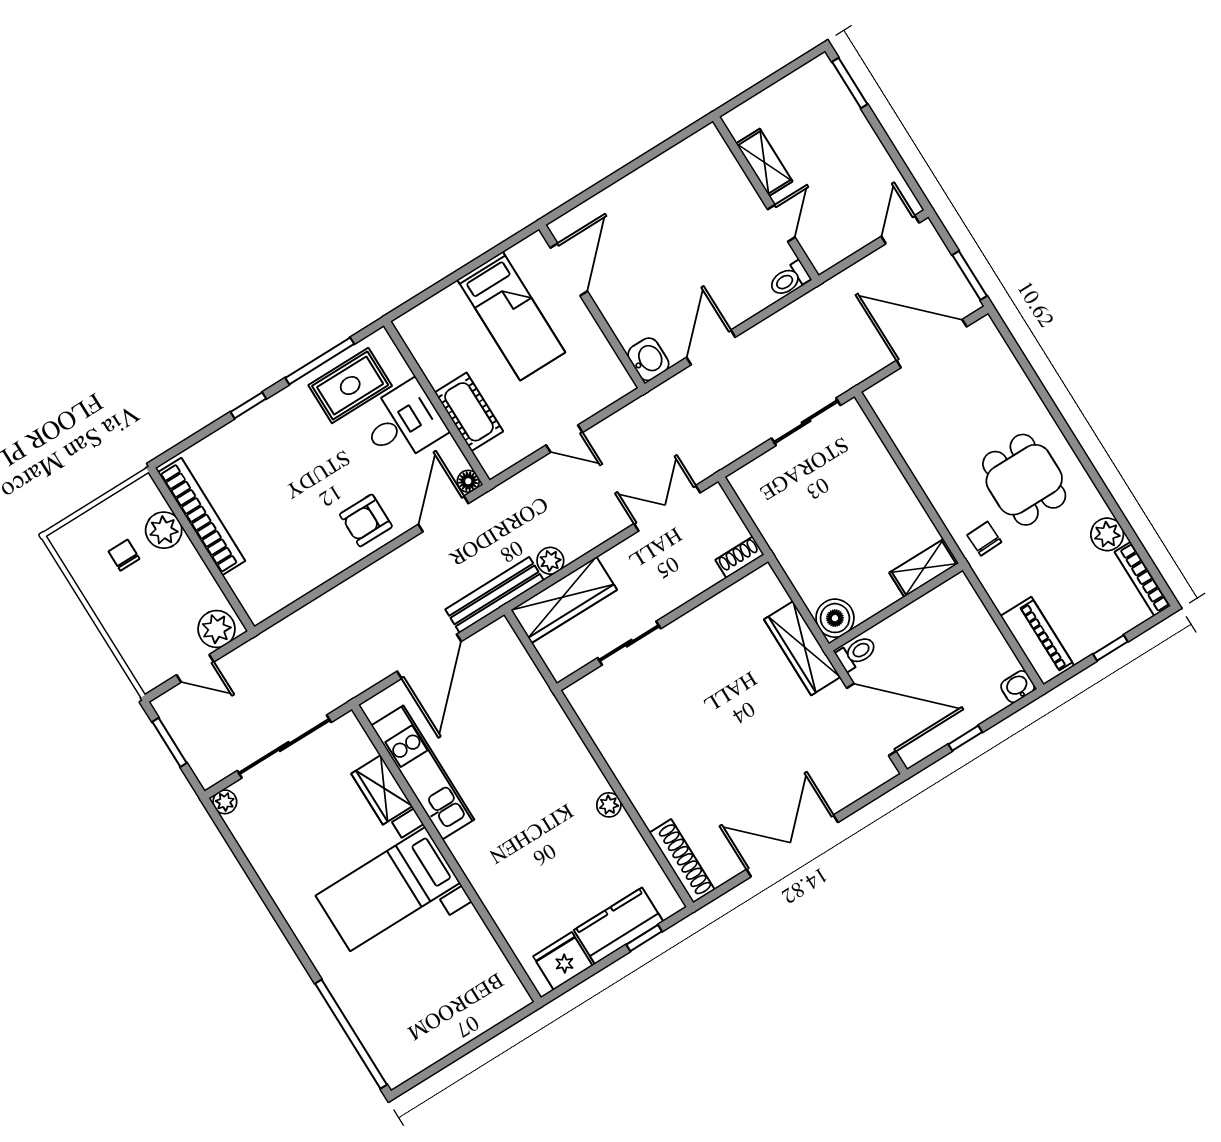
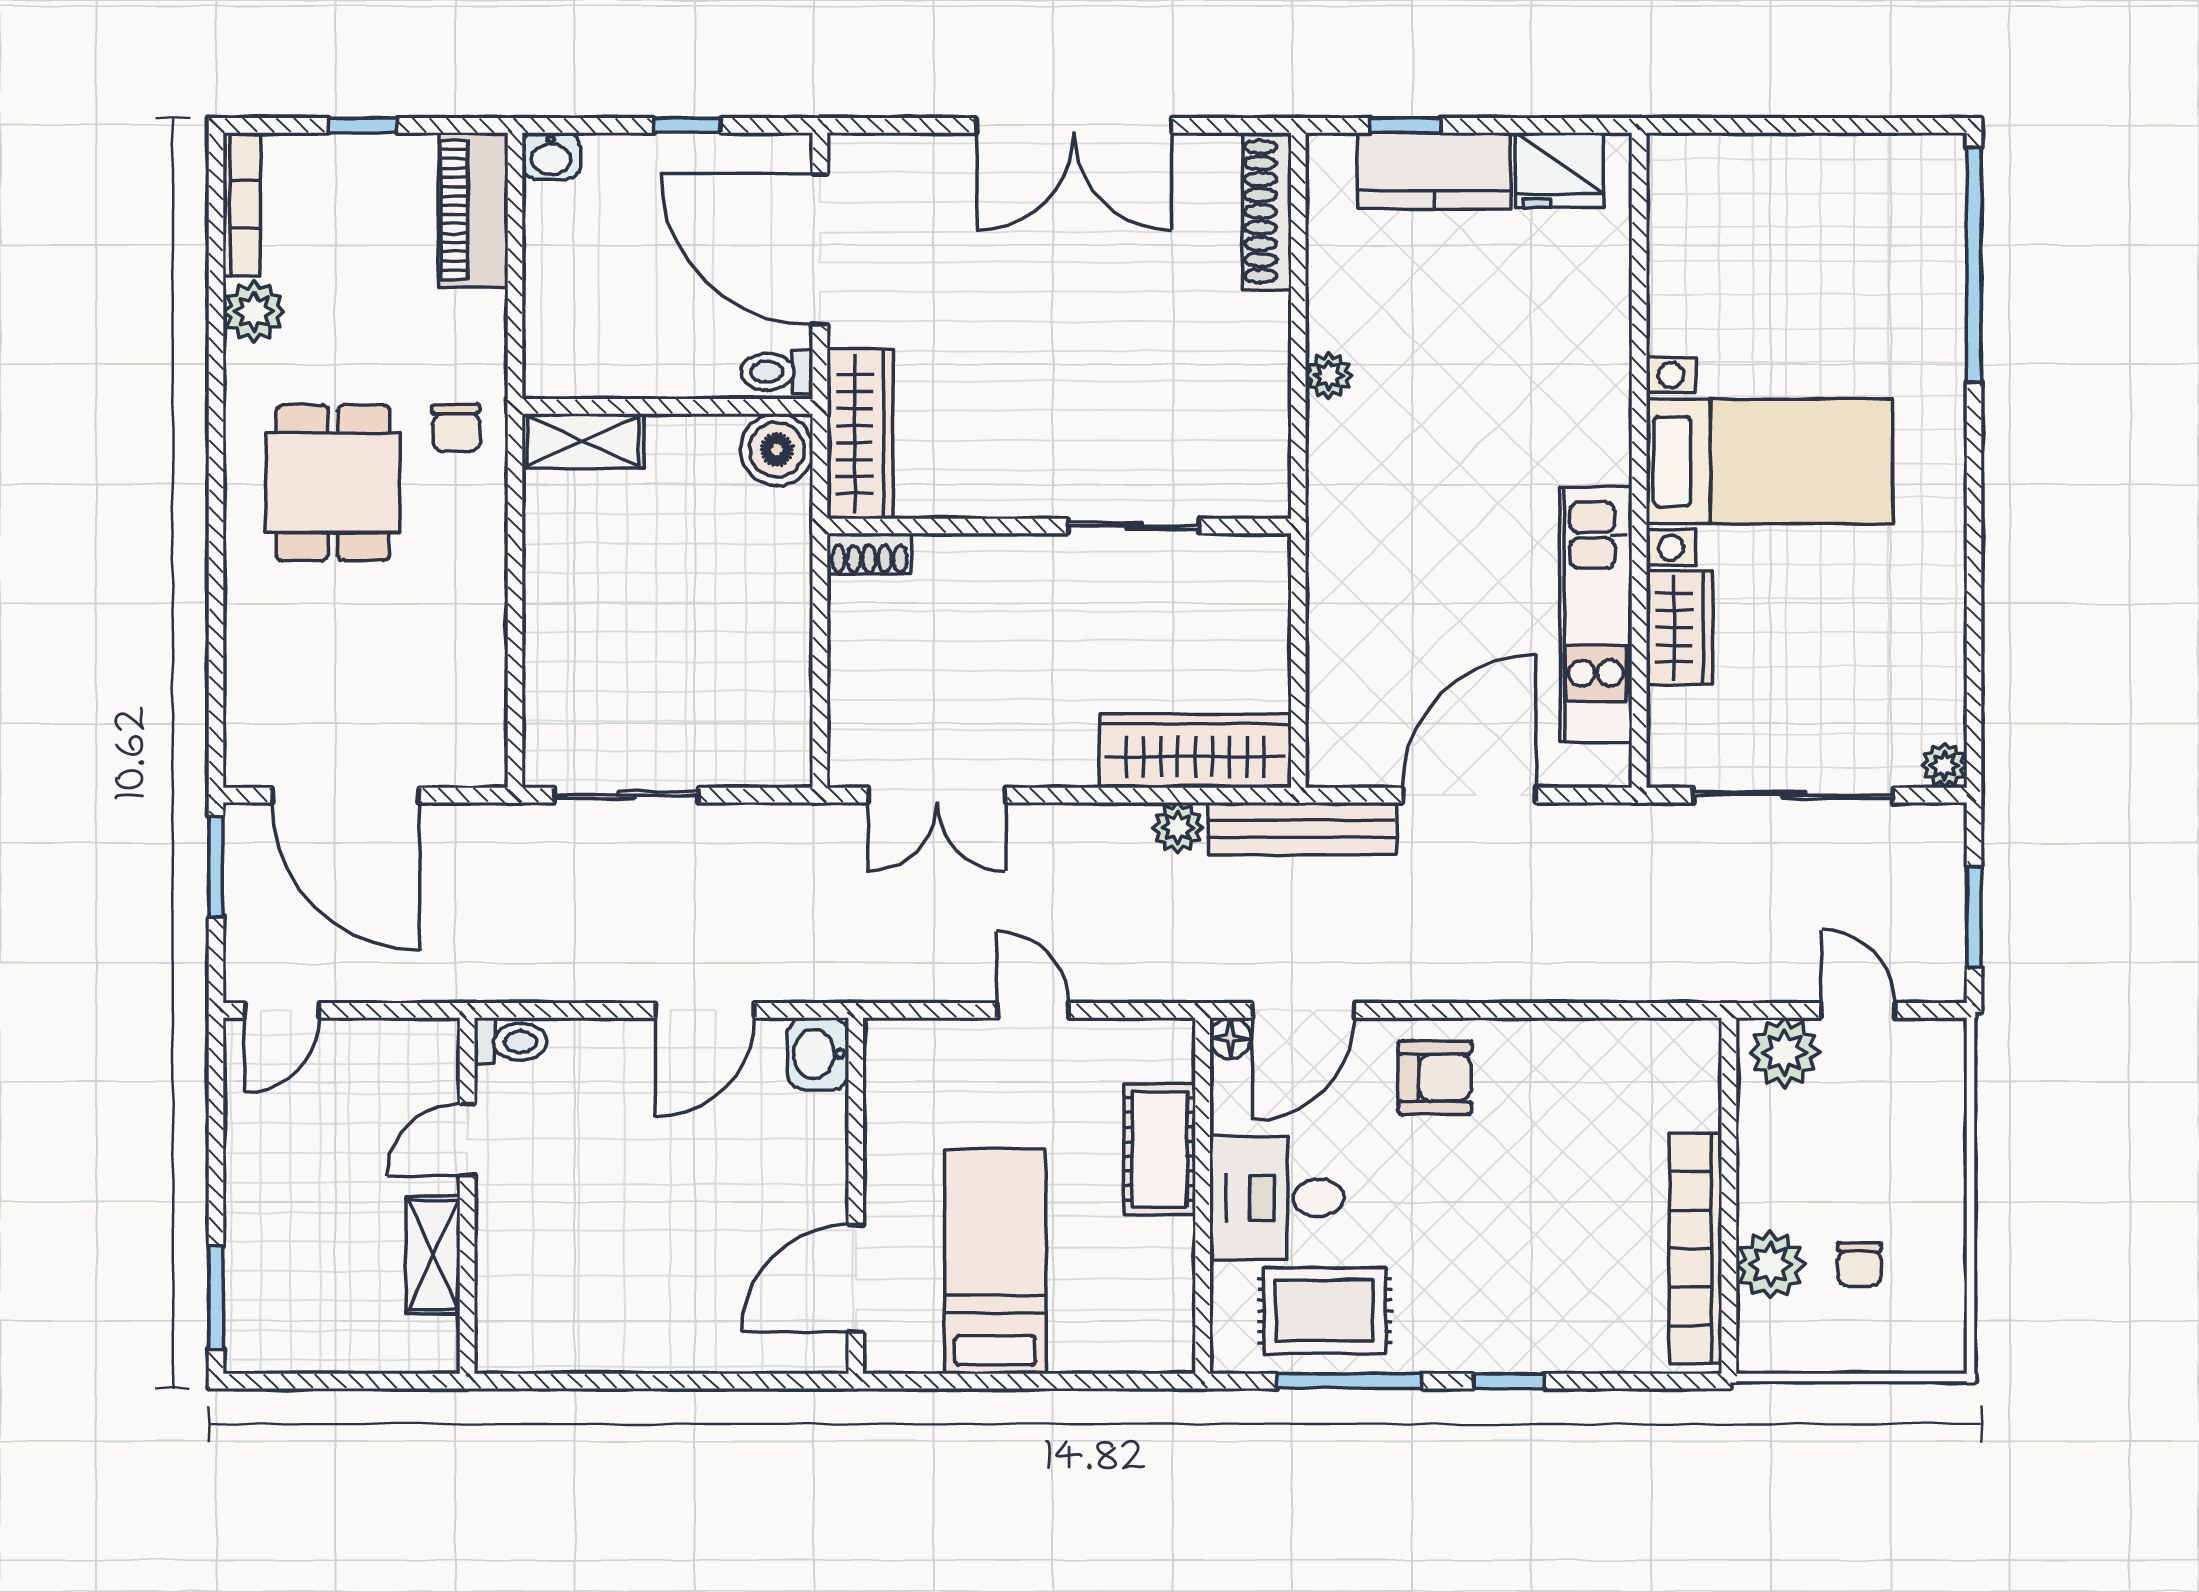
shoe rack: (740, 557) -> (869, 554), moved
wall: (662, 622) -> (1059, 526), moved
sliding door: (629, 643) -> (1133, 526), moved

